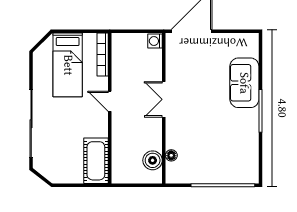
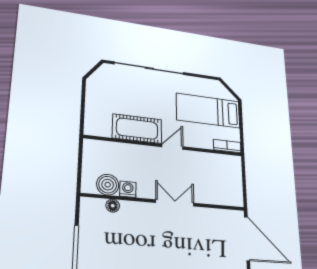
washing machine: (155, 41) -> (128, 189), moved
bookcase: (103, 55) -> (227, 146), width x0.64
cot: (96, 161) -> (137, 129), moved

